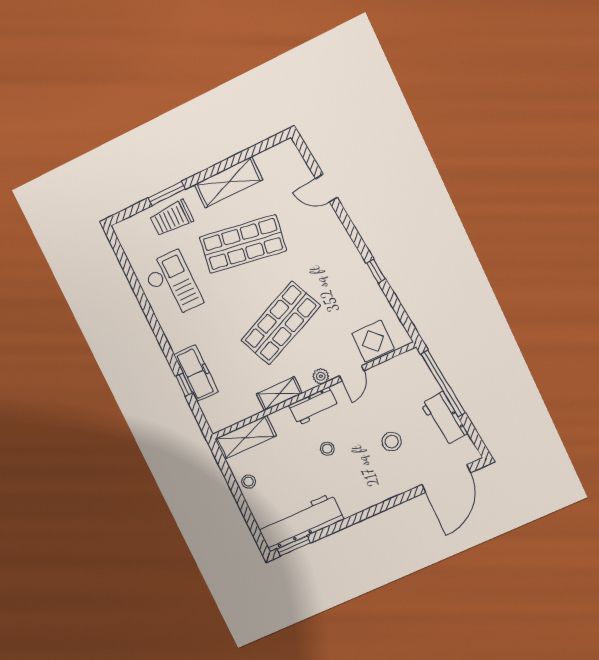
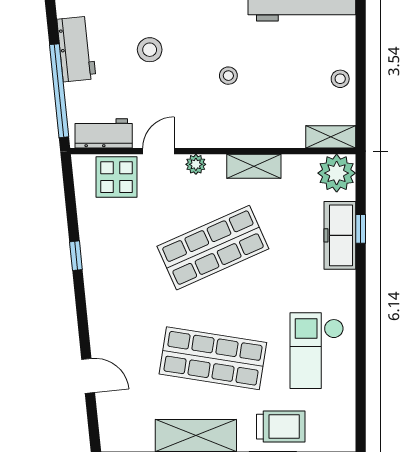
workbench: (314, 406) -> (104, 133), moved
plant: (219, 416) -> (337, 173), added
shelving: (246, 437) -> (331, 137), width x0.67, depth x0.75

